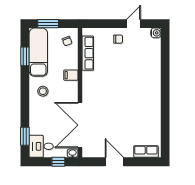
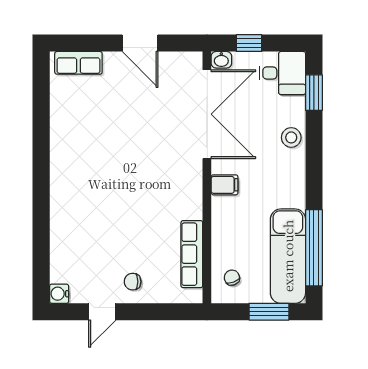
window: (25, 56) -> (314, 248), width x2.11
filing cabinet: (71, 75) -> (225, 185), moved
stool: (43, 91) -> (291, 137), moved

